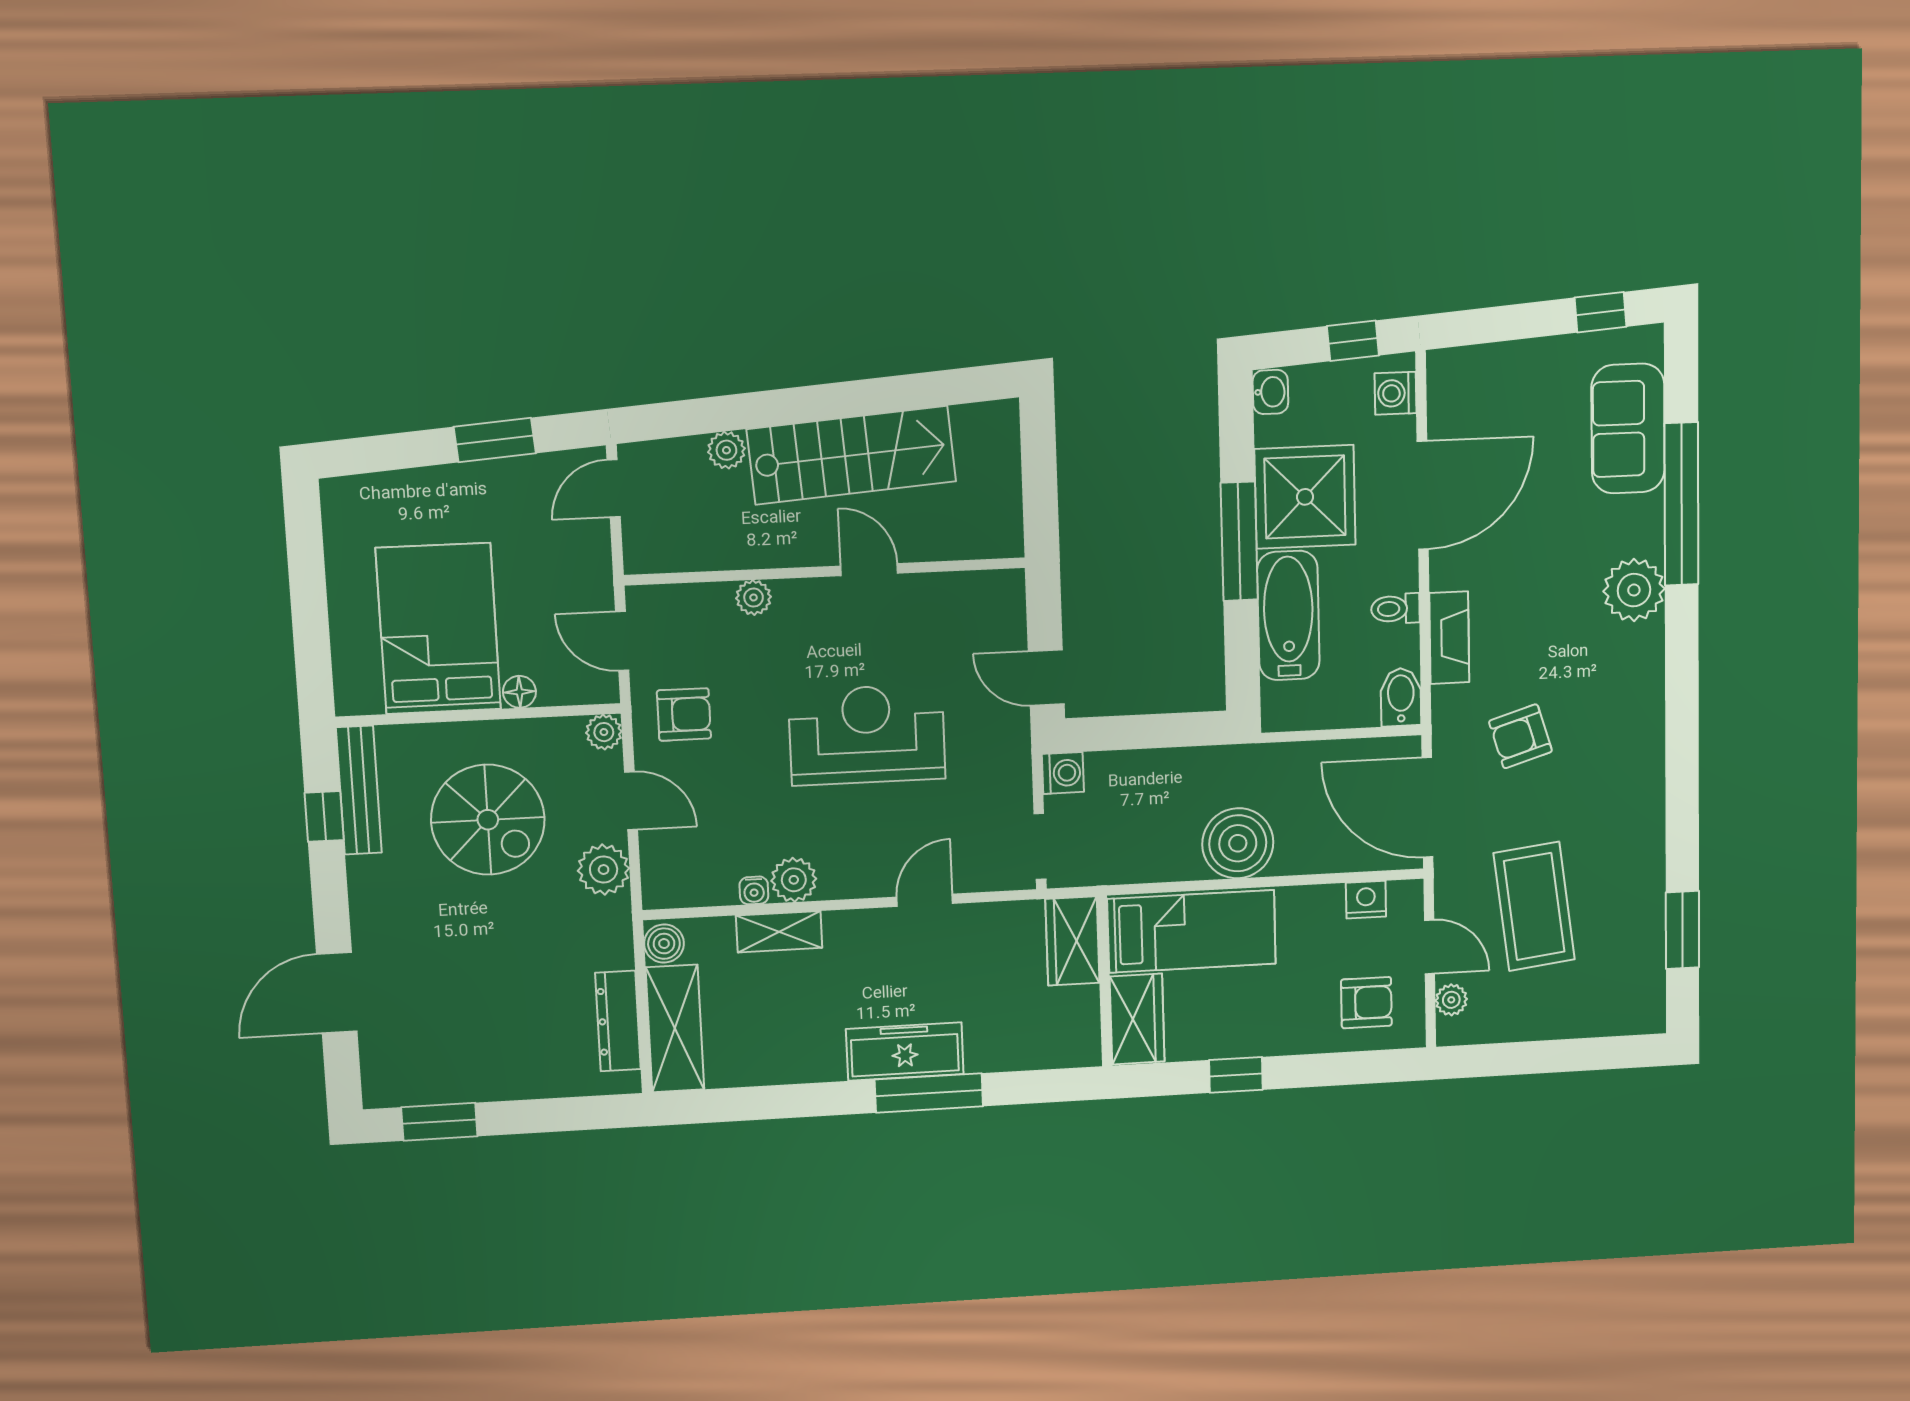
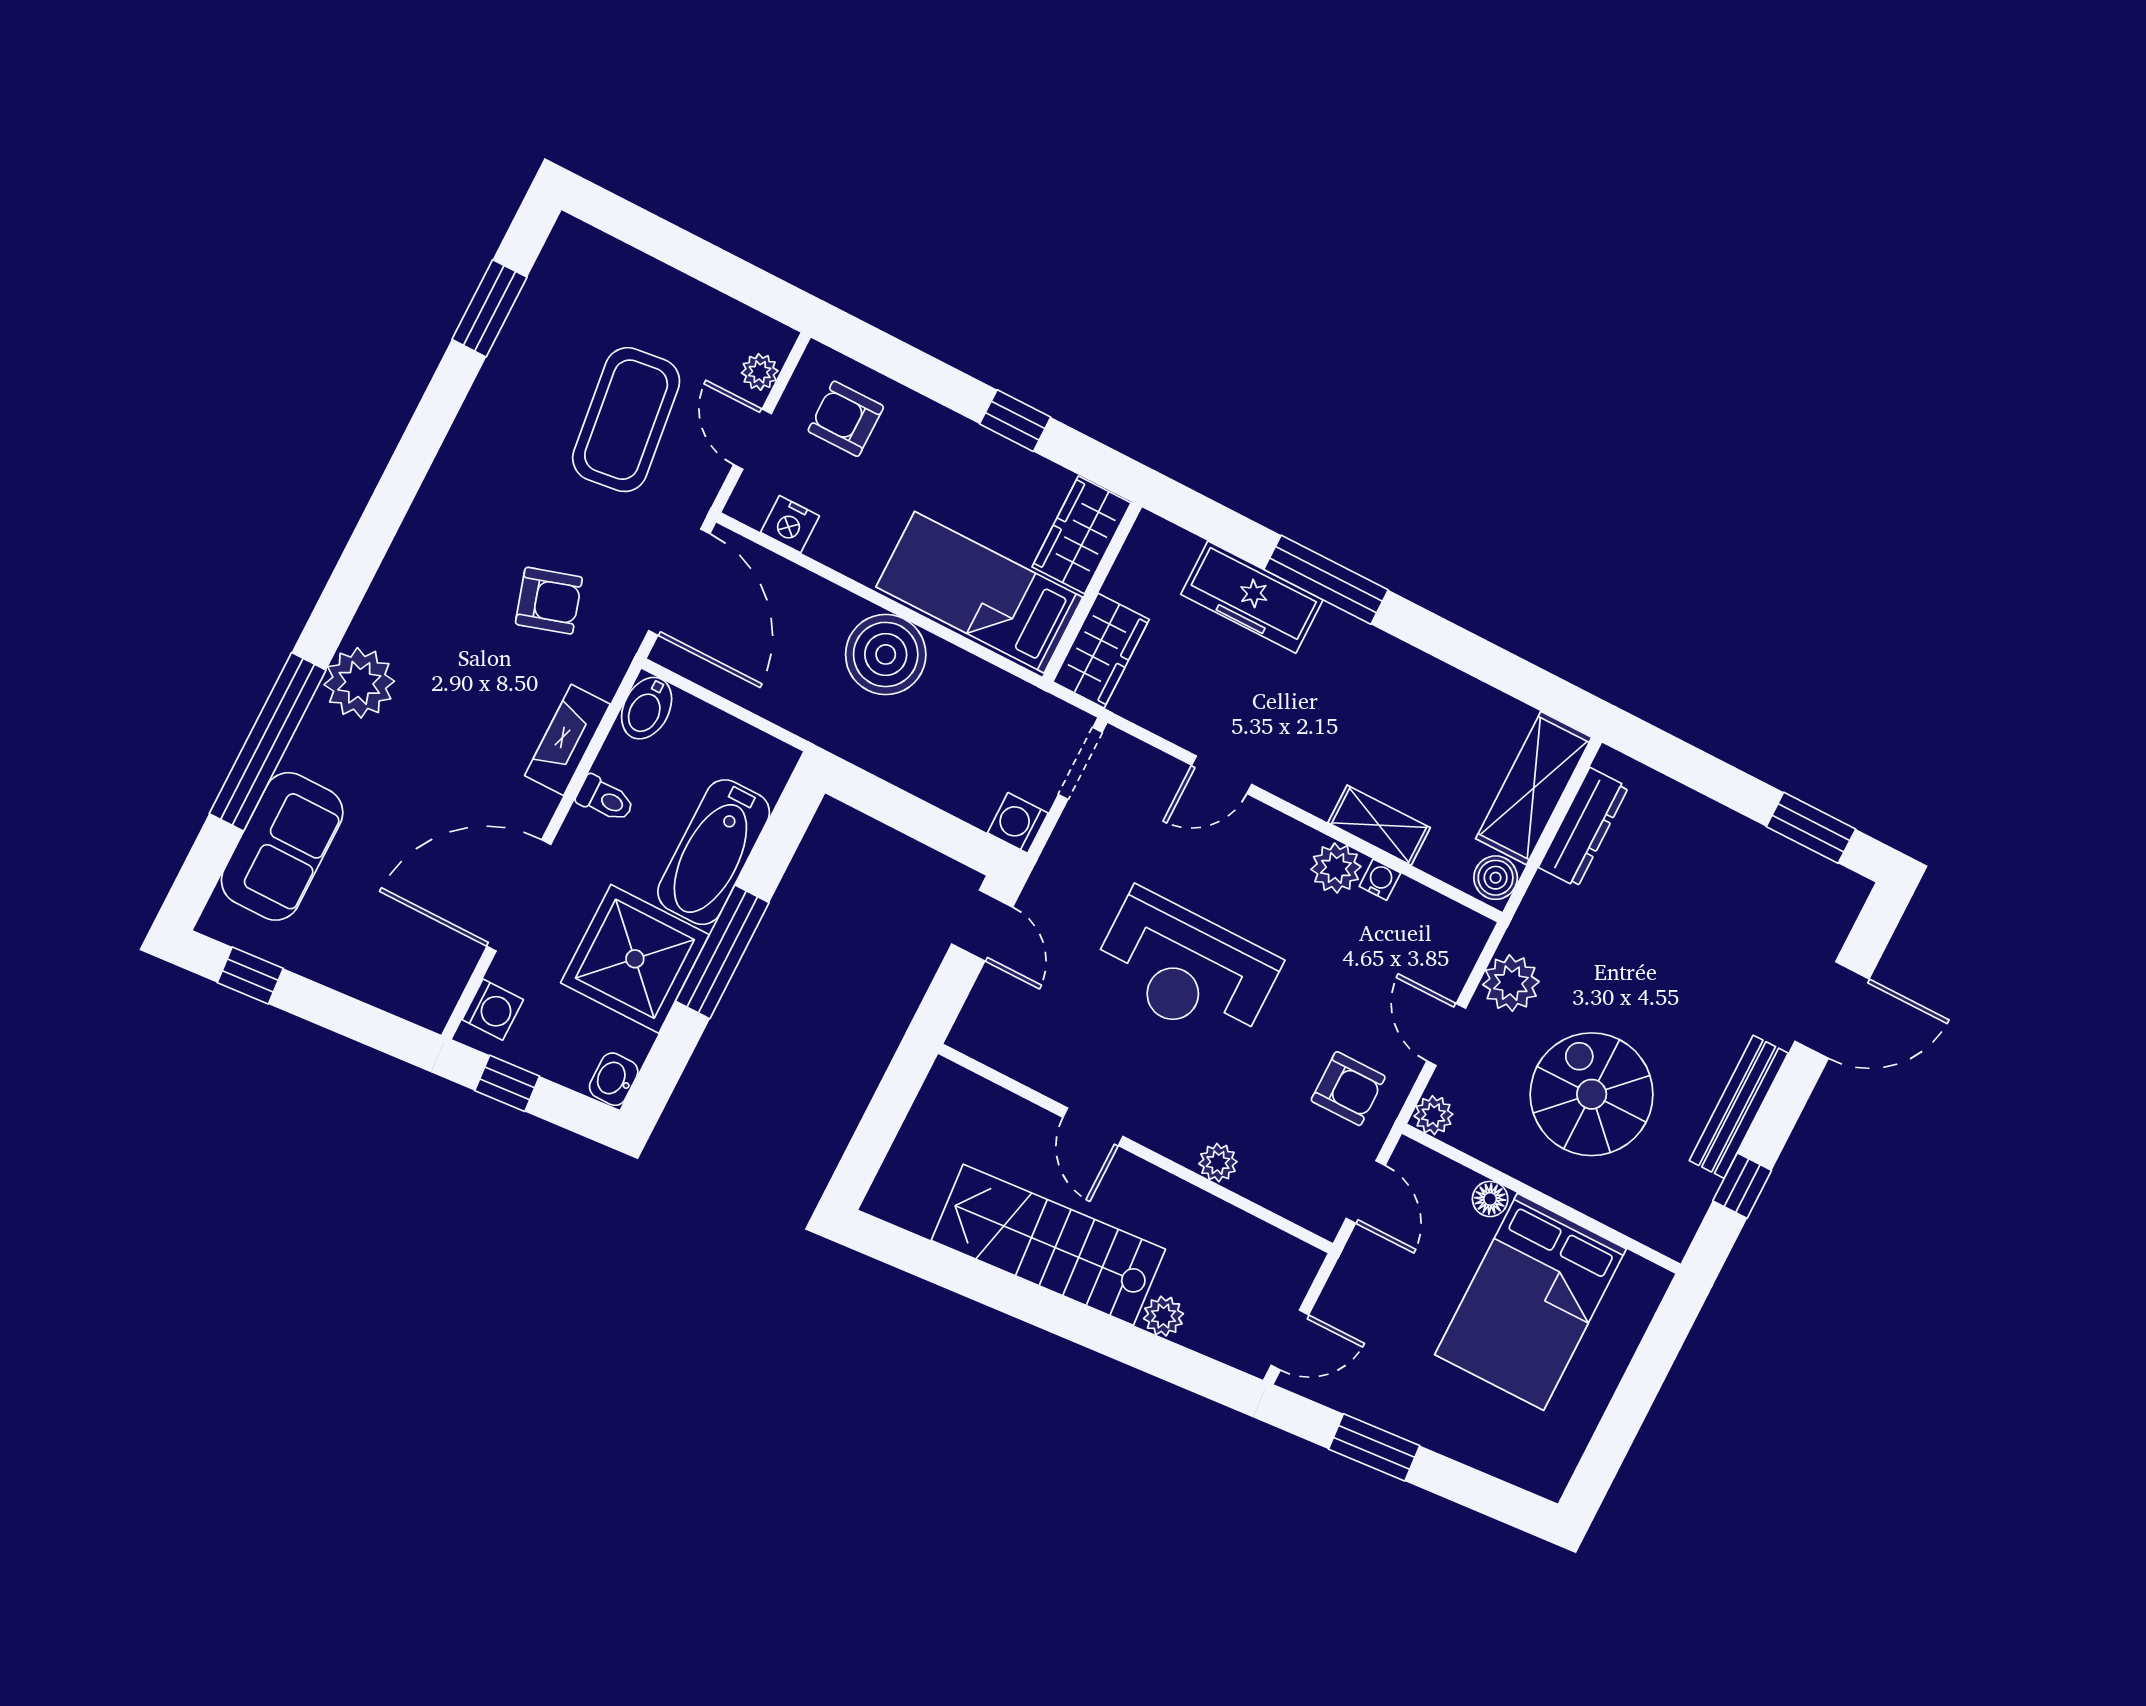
armchair: (684, 714) -> (1348, 1089), turned 180
bench: (359, 790) -> (1739, 1107), moved
freezer: (905, 1052) -> (1252, 597), moved

